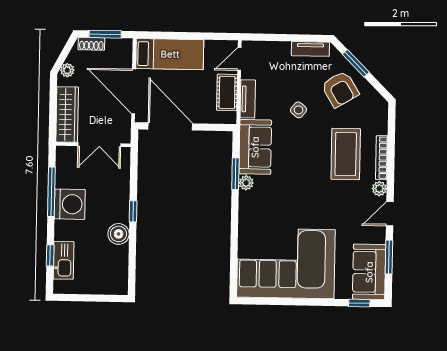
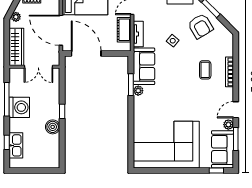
coffee table: (346, 154) -> (205, 70), width x0.54, depth x0.58
plant: (379, 189) -> (228, 125), moved

